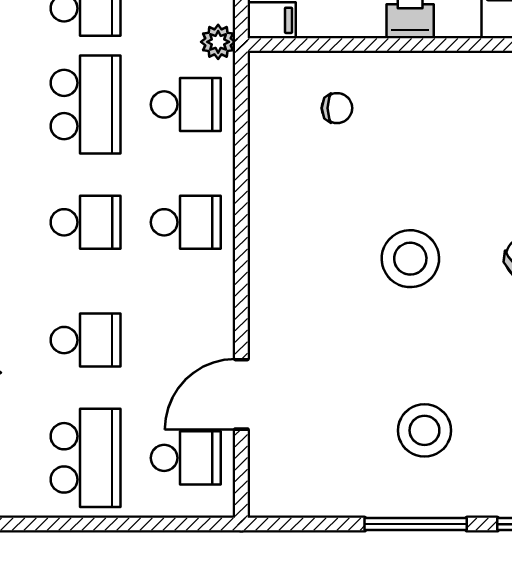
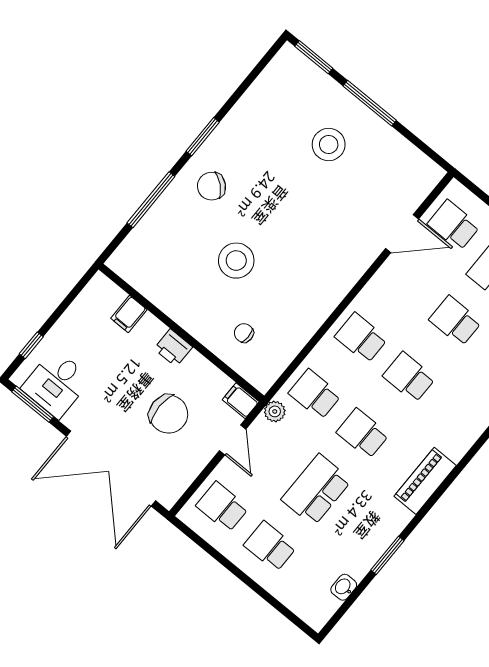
school desk: (86, 104) -> (363, 434), width x0.54
stool: (410, 259) -> (236, 261), moved

